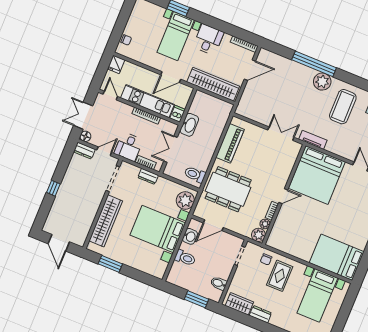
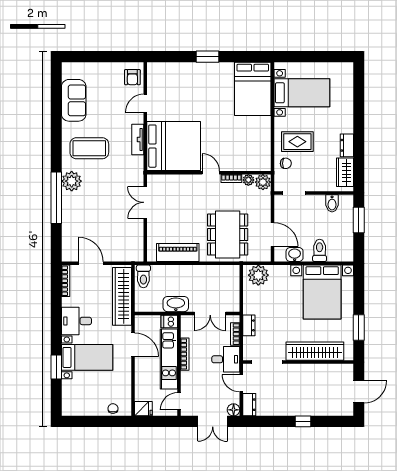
tv unit: (313, 140) -> (138, 140), moved
toilet: (195, 174) -> (143, 276), moved
bed with nightstands: (158, 229) -> (322, 292), moved

